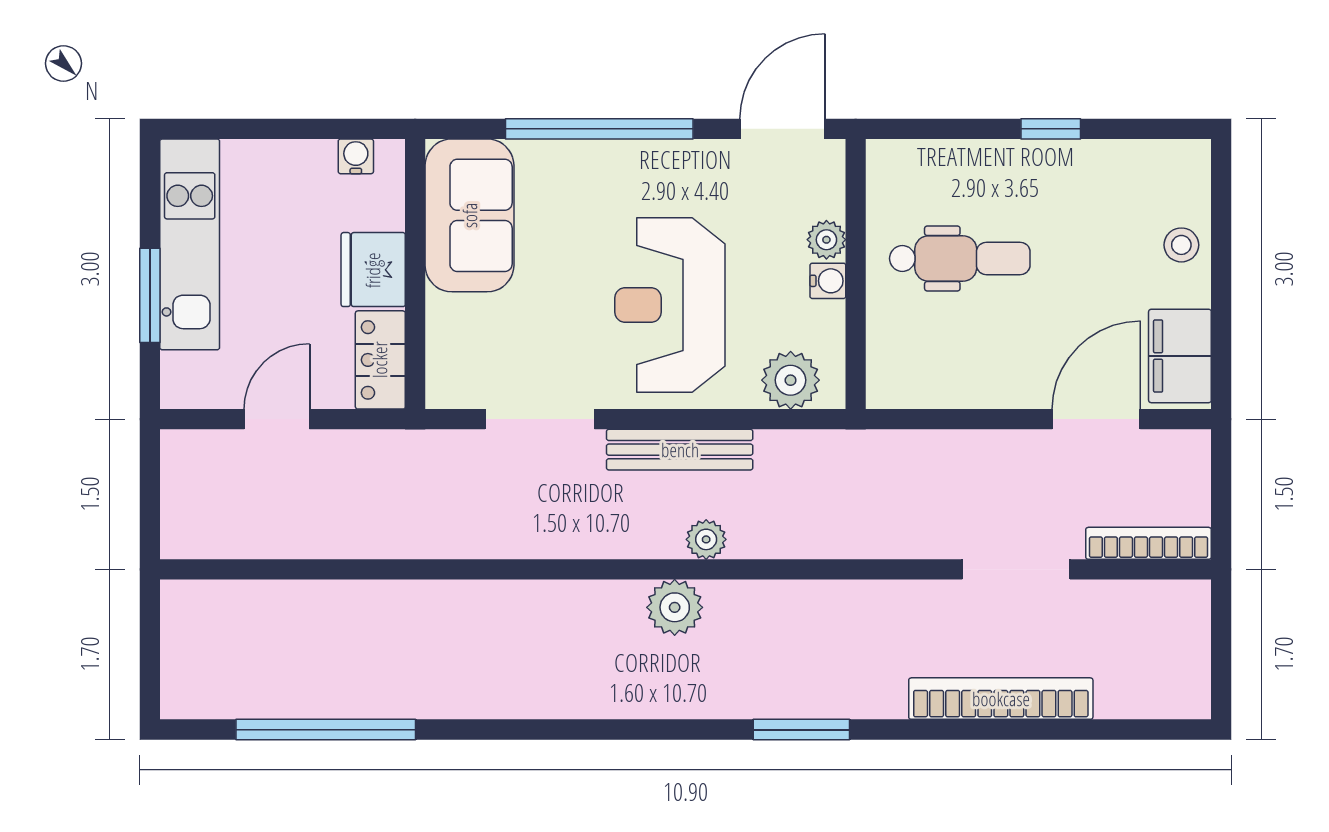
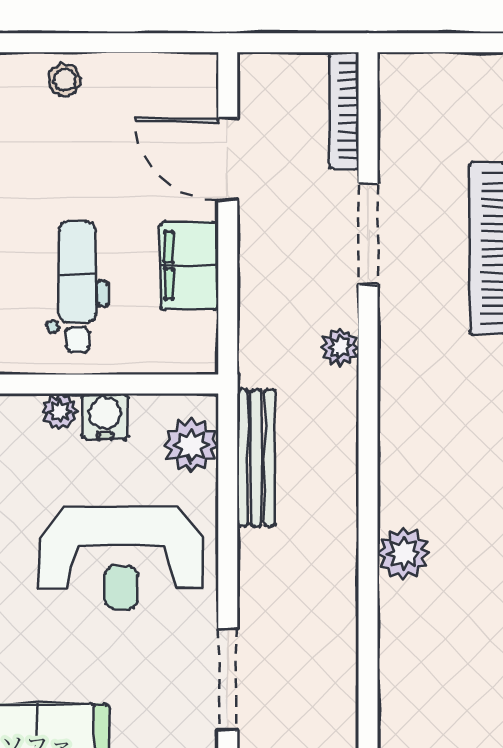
water cooler: (828, 281) -> (105, 416), width x1.38, depth x1.38
filing cabinet: (1180, 356) -> (189, 265), moved, turned 90
bench: (680, 450) -> (256, 458), moved
plant: (706, 539) -> (340, 347), moved

